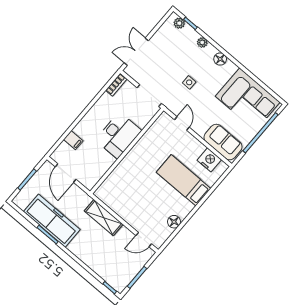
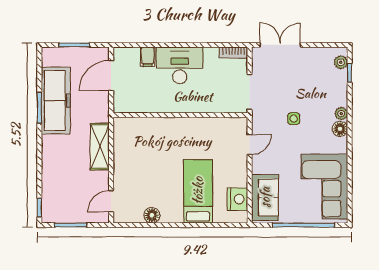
plant: (202, 42) -> (341, 114), moved
desk: (118, 135) -> (180, 65), moved, turned 180
door: (144, 240) -> (111, 201), hinge flipped

